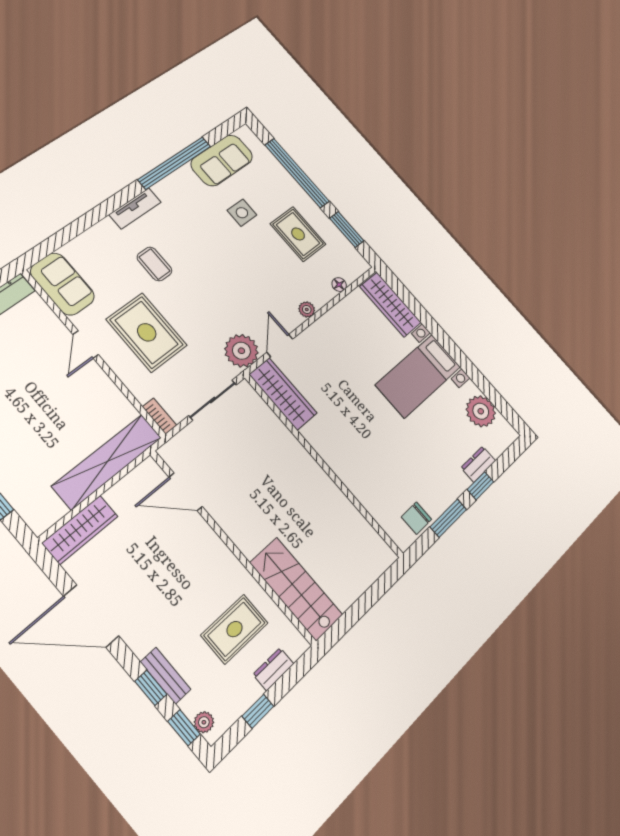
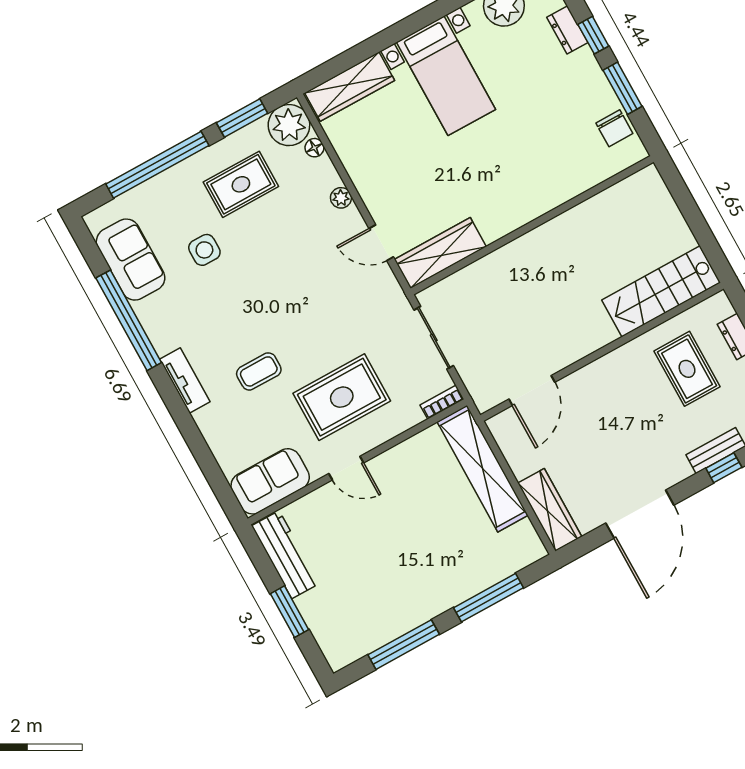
plant: (241, 351) -> (289, 125), moved

